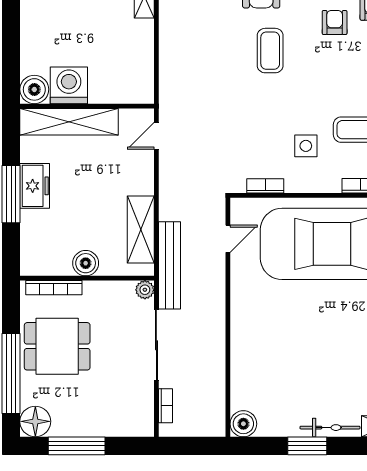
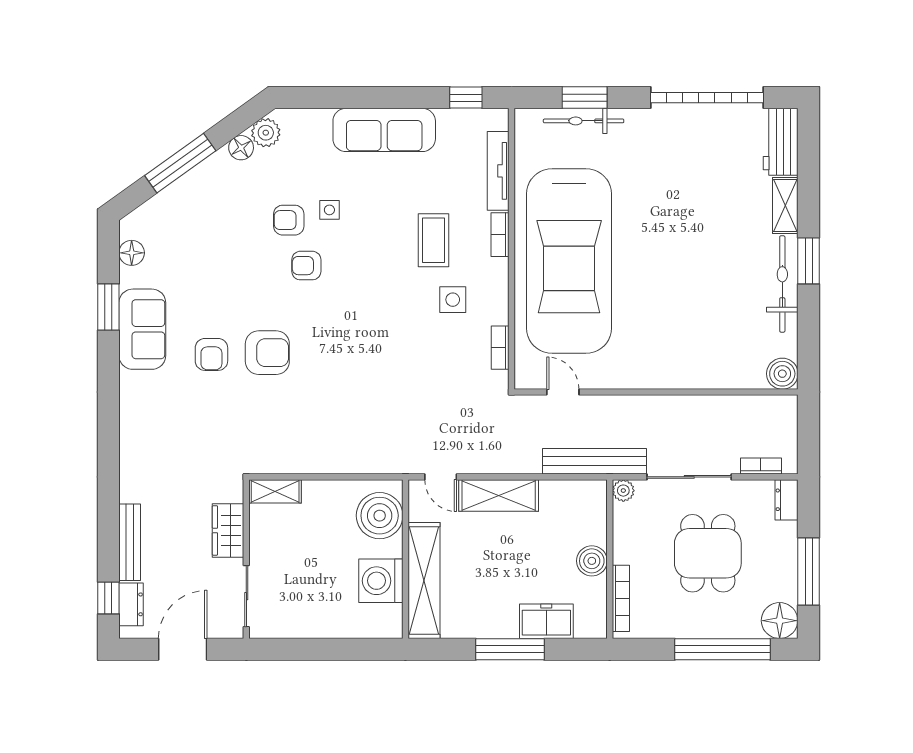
coffee table: (270, 51) -> (340, 342), removed
boiler: (34, 89) -> (380, 516), moved, width x1.37, depth x1.37
freezer: (35, 186) -> (546, 621), moved
shelving: (141, 230) -> (499, 495), moved
dining table: (57, 346) -> (708, 553), moved
dresser: (137, 427) -> (787, 500), added
bicycle: (330, 428) -> (782, 284), width x1.37, depth x1.40
window: (307, 446) -> (809, 261), moved

